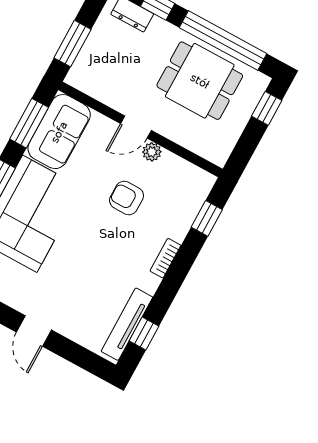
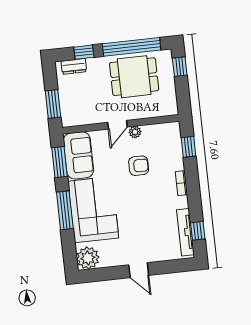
armchair: (127, 198) -> (139, 166), turned 180

